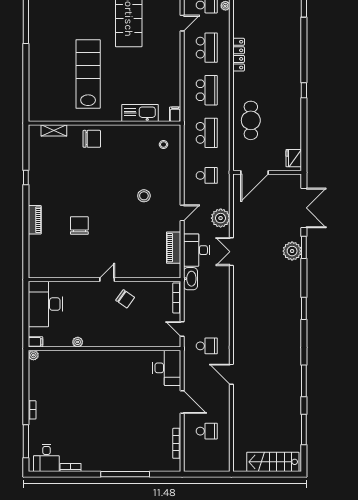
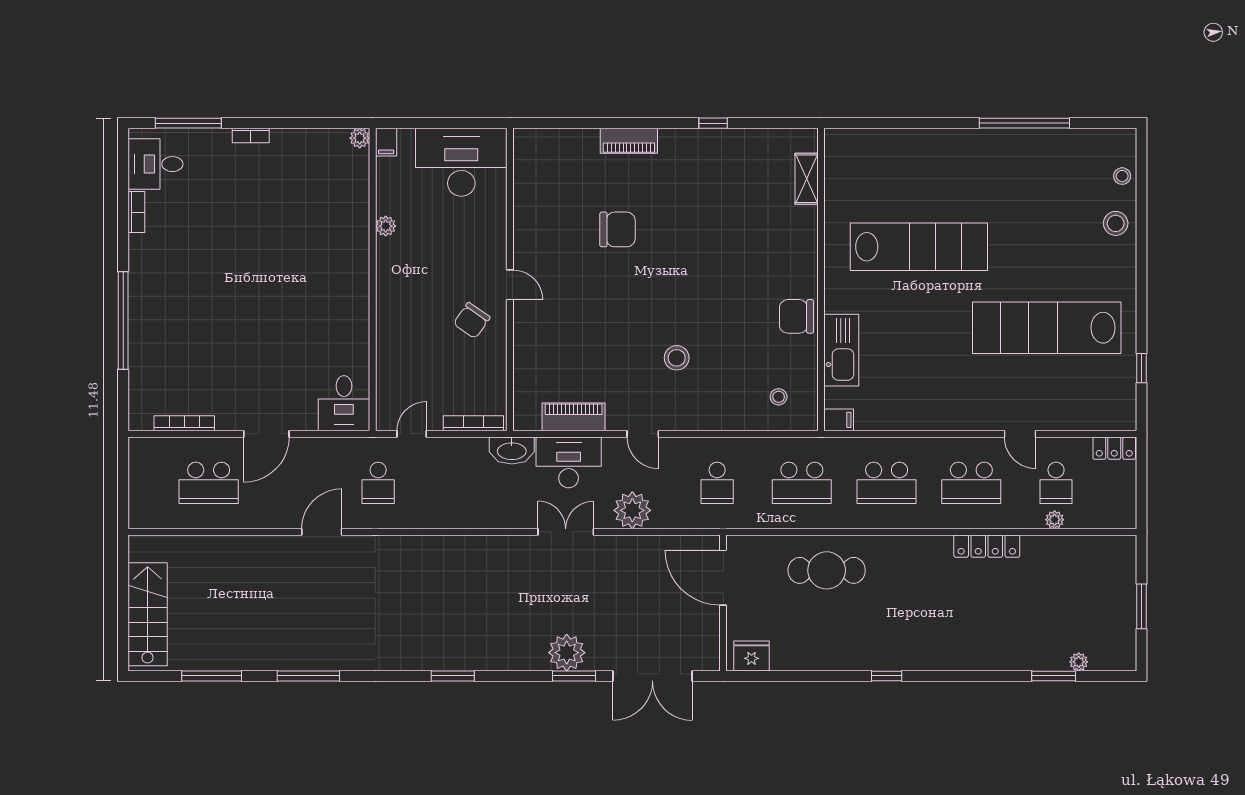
locker: (239, 55) -> (987, 546), moved
chair: (92, 139) -> (797, 316), moved, turned 90
desk: (167, 368) -> (344, 403), width x0.73
school desk: (207, 431) -> (209, 483), width x1.85

